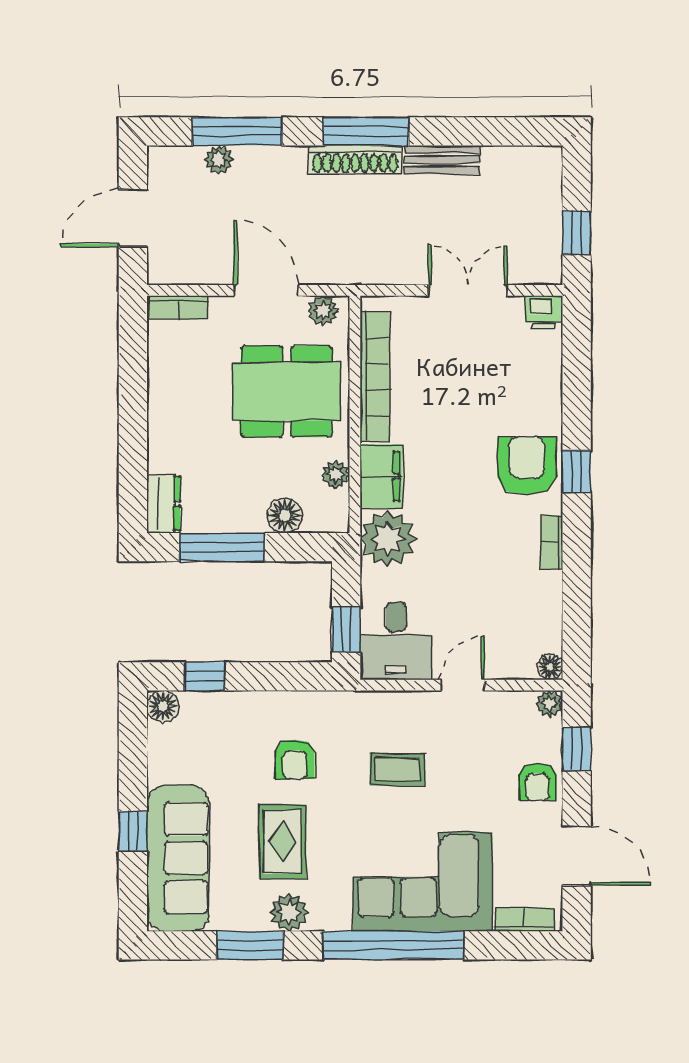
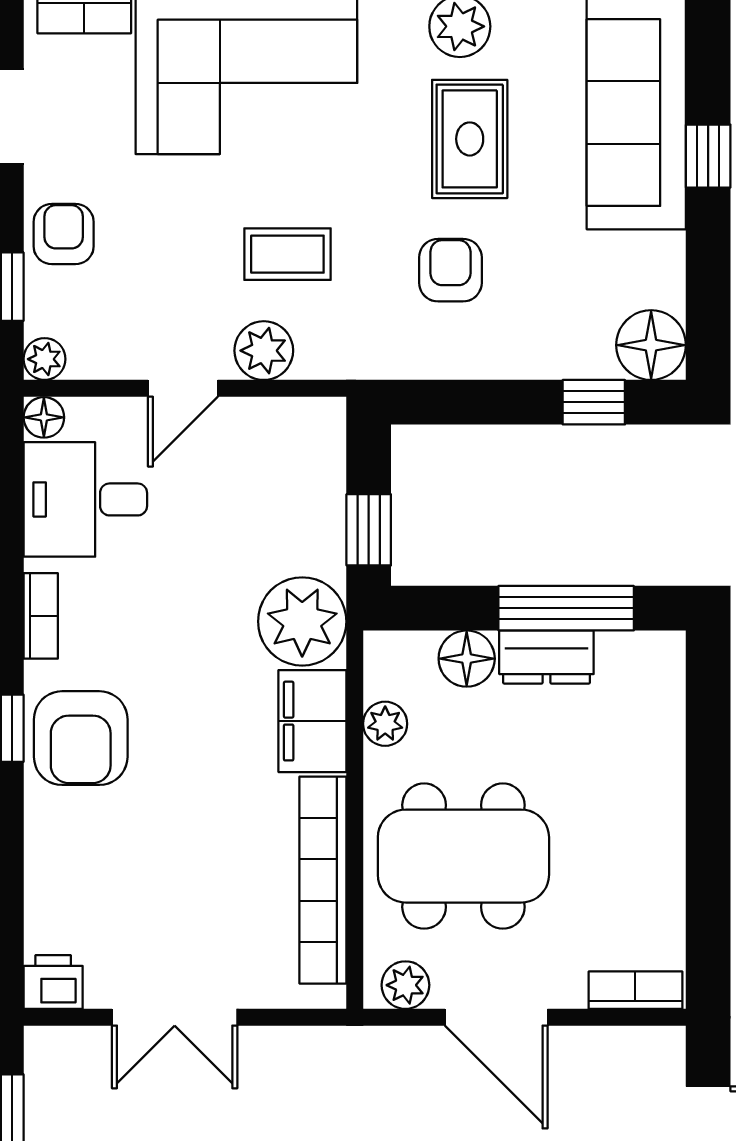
dresser: (164, 503) -> (546, 657), moved, turned -90
window: (346, 630) -> (369, 530), moved
desk: (396, 641) -> (85, 499), moved, turned -90
floor lamp: (163, 706) -> (651, 345), width x1.38, depth x1.38
plant: (412, 709) -> (264, 351), added

